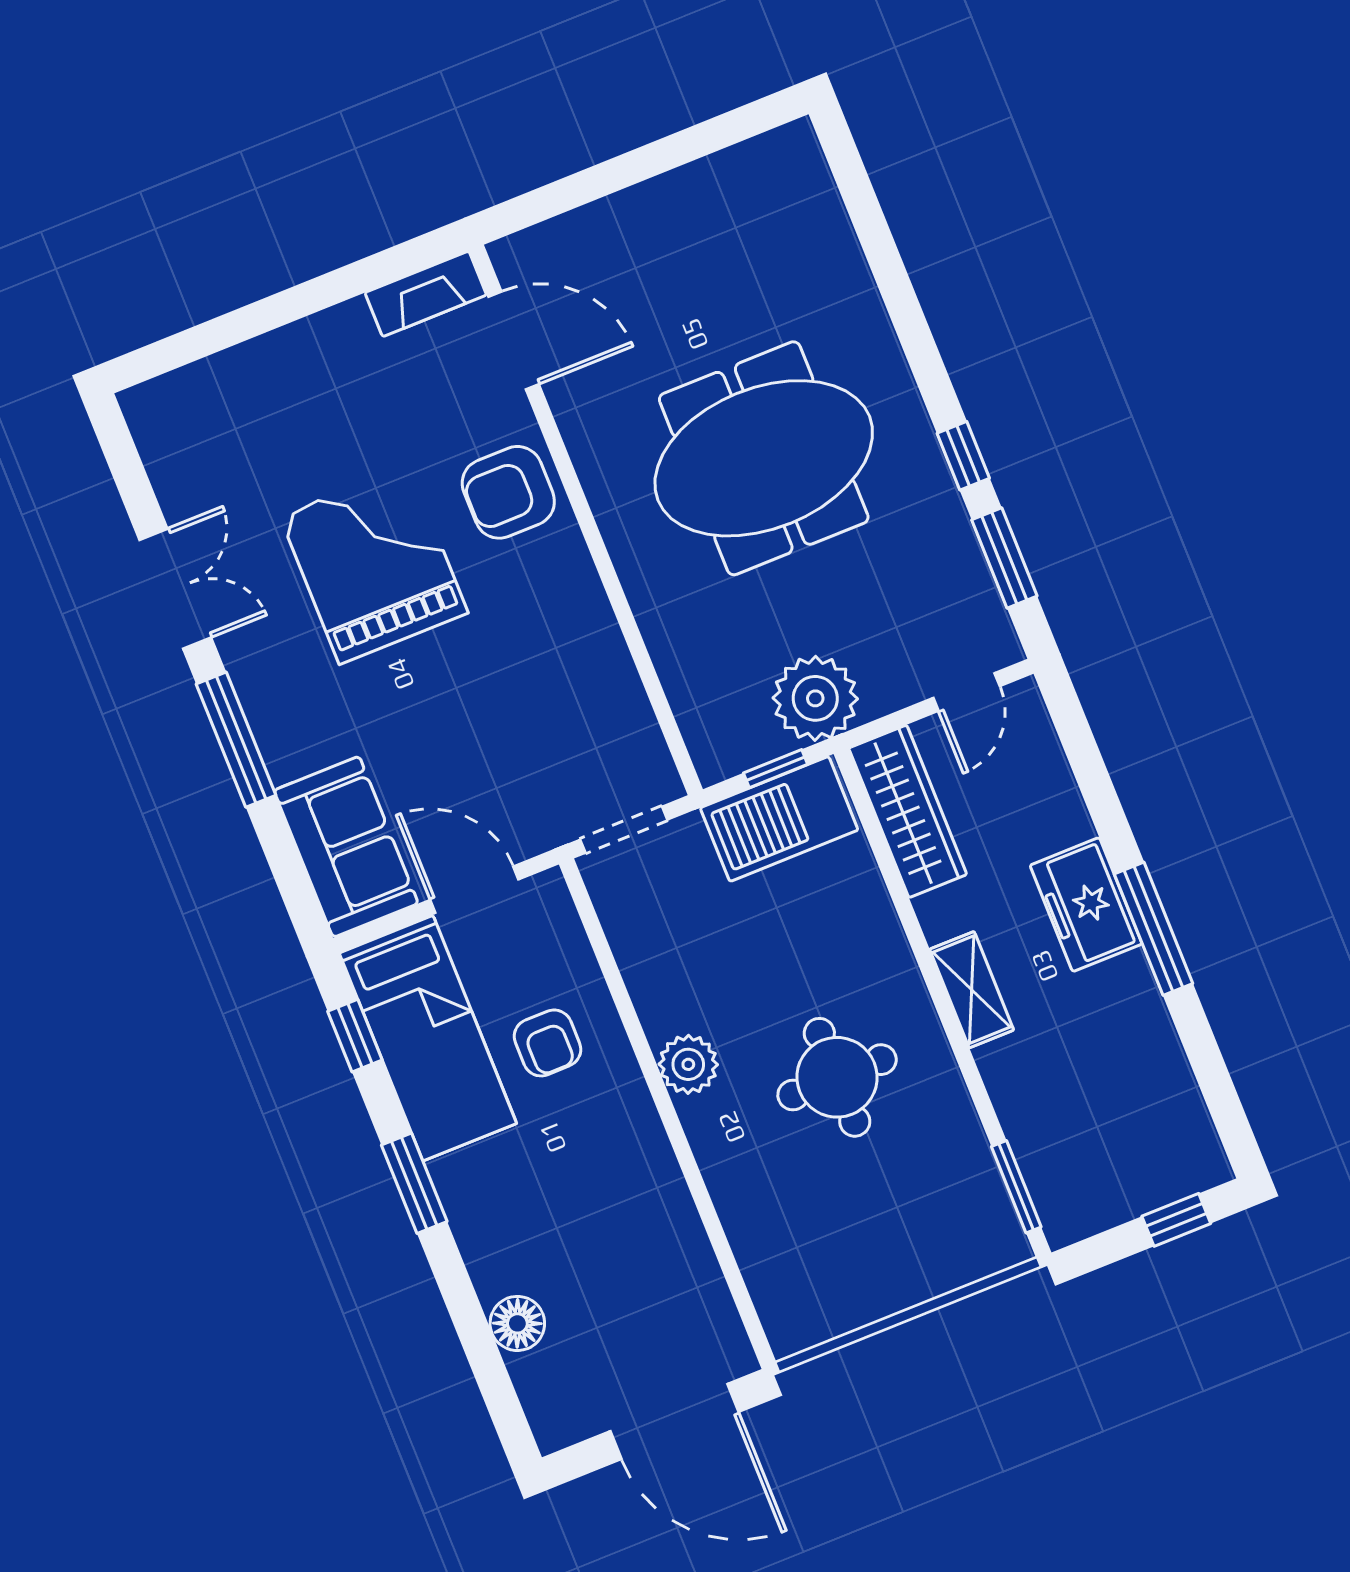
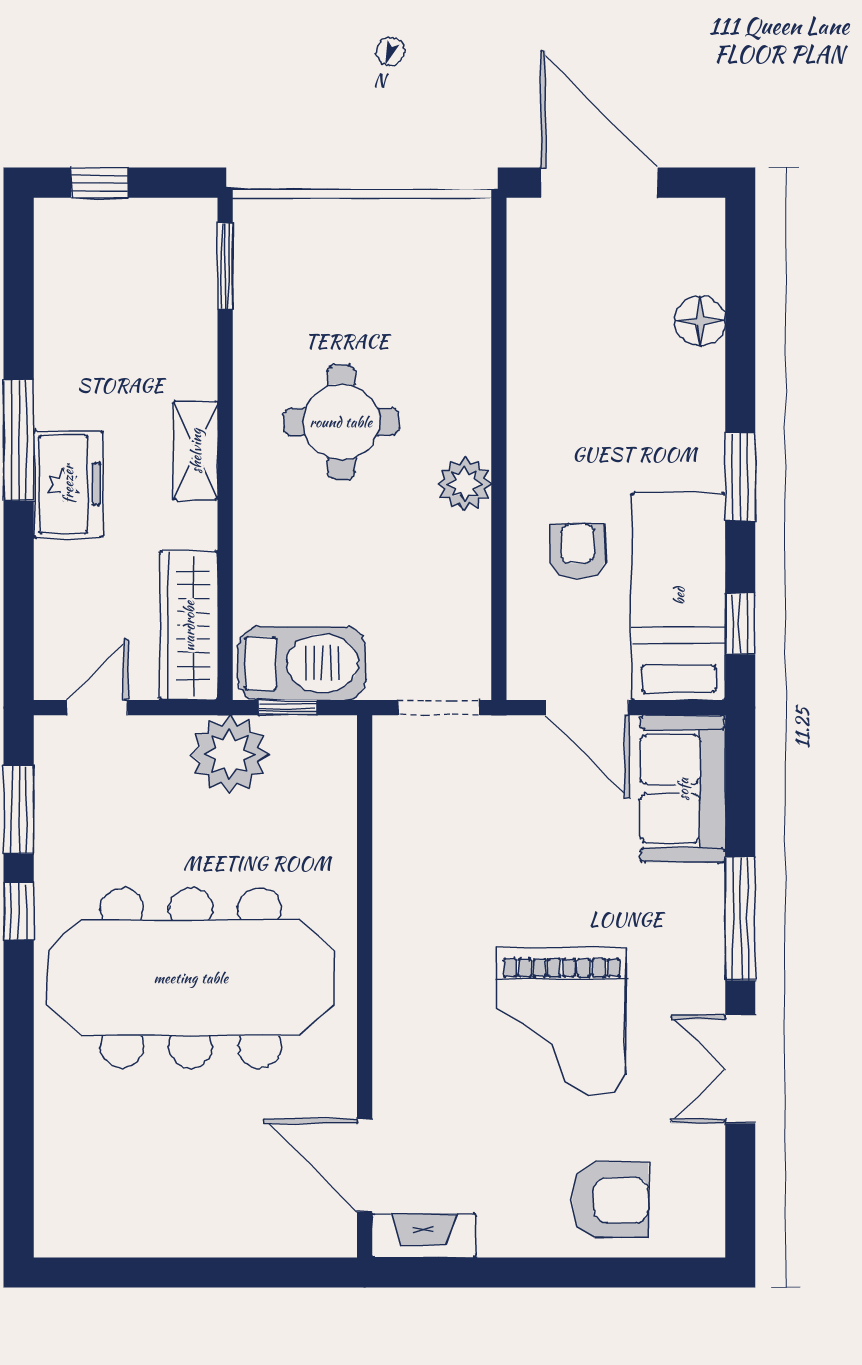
meeting table: (764, 458) -> (191, 978), width x1.36
armchair: (508, 492) -> (610, 1200), moved

